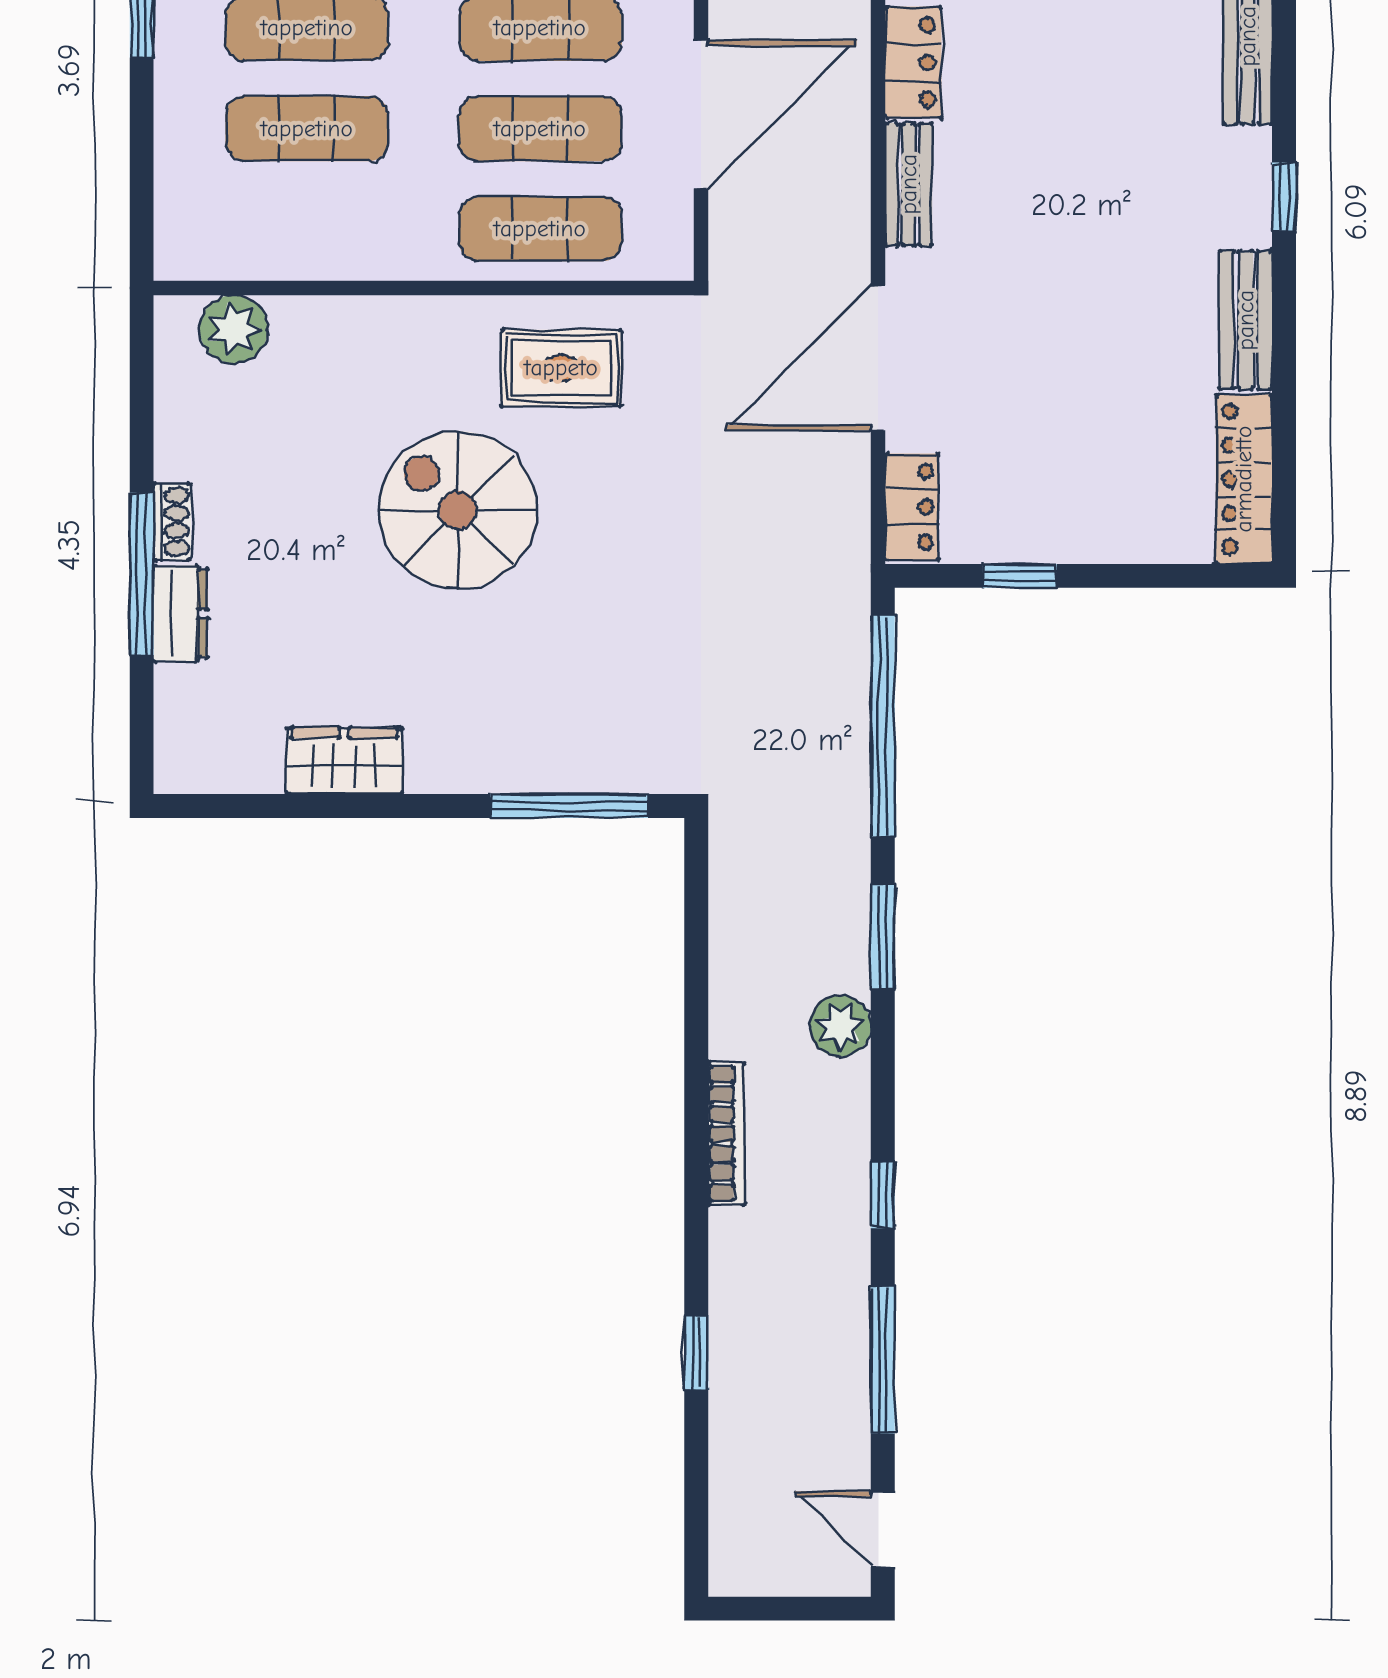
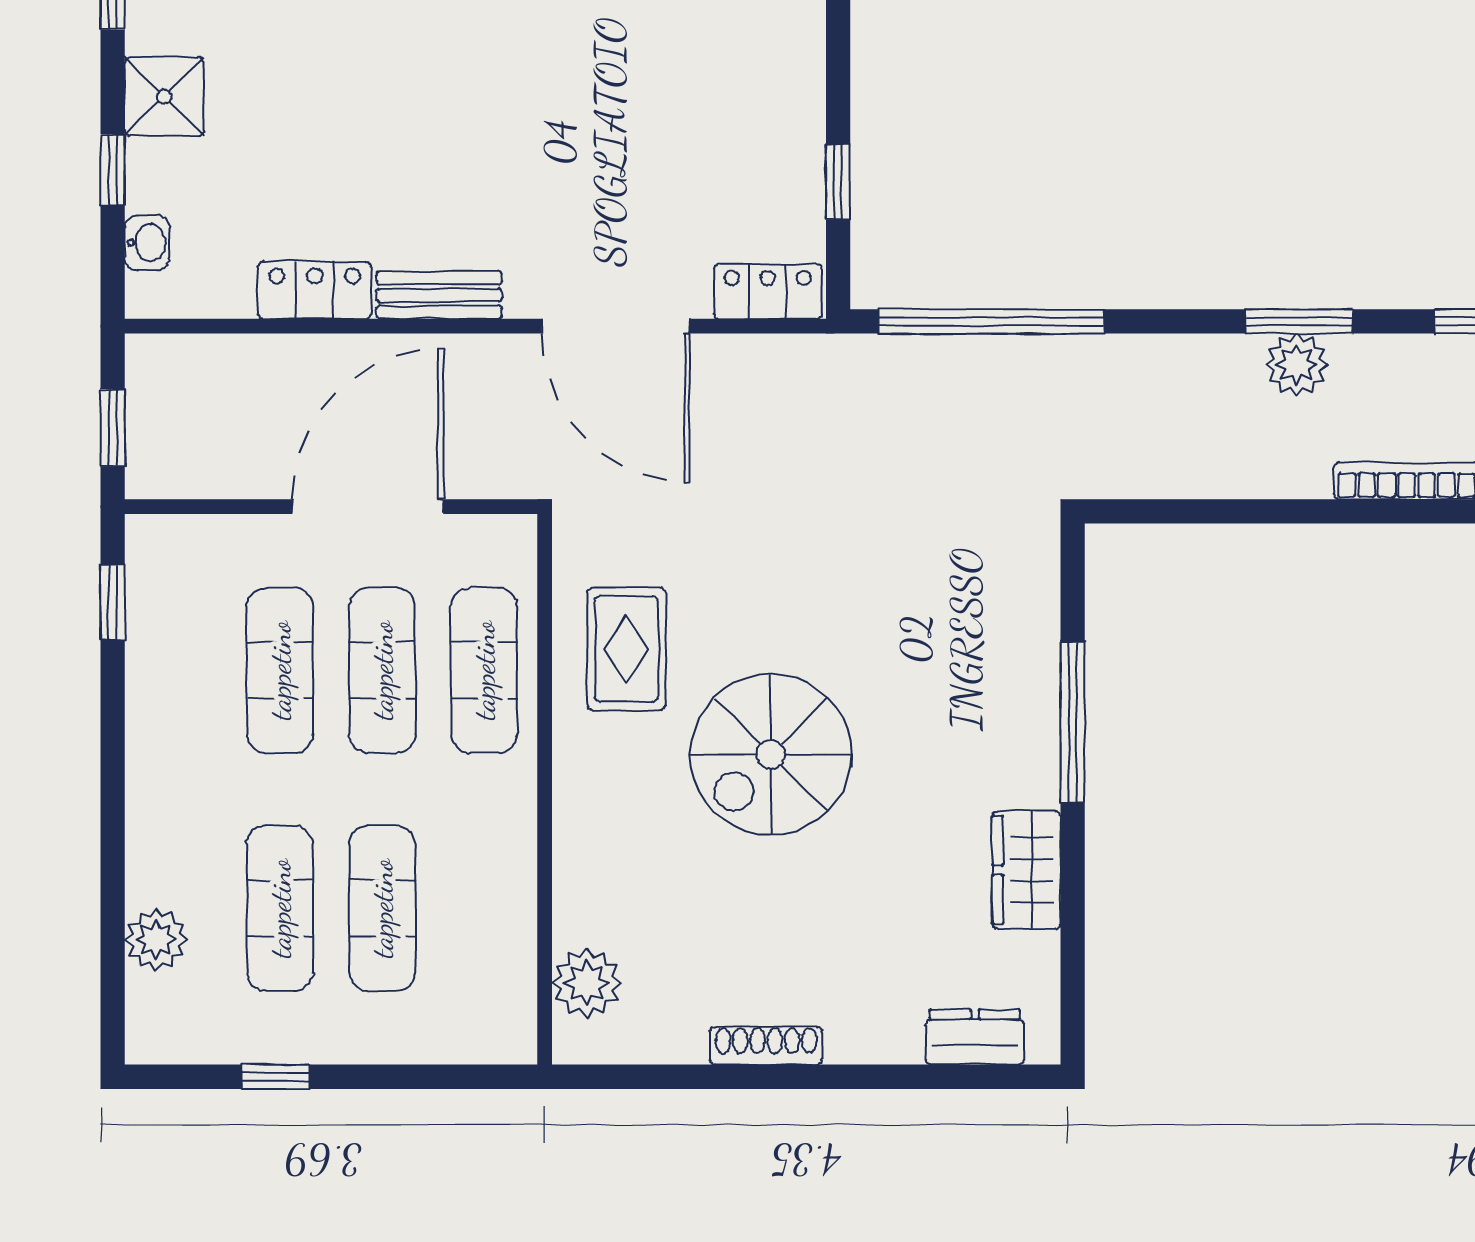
door: (701, 115) -> (368, 507), hinge flipped
shoe rack: (172, 522) -> (766, 1046), width x1.43
window: (142, 574) -> (836, 1077), removed
dresser: (181, 614) -> (975, 1037), moved
window: (569, 806) -> (1073, 723), moved
window: (883, 937) -> (1299, 321), moved

